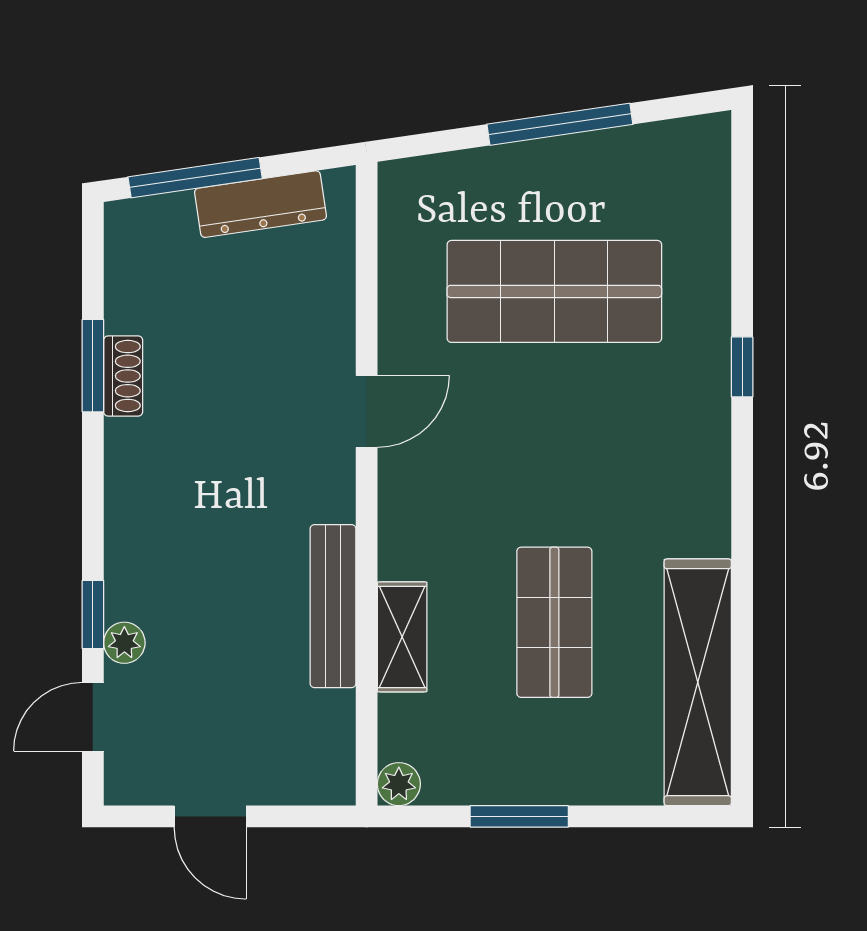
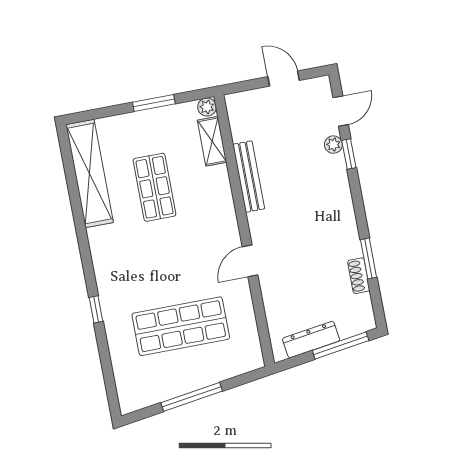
shoe rack: (123, 376) -> (359, 276), moved
shelving: (402, 637) -> (212, 141), moved

